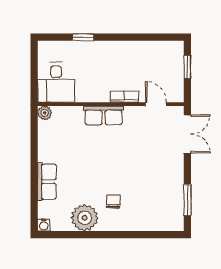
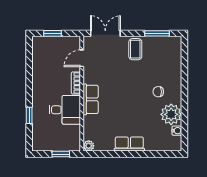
window: (34, 77) -> (61, 154), added
desk: (56, 82) -> (65, 110), moved
coffee table: (167, 172) -> (135, 49), added
row of seats: (47, 182) -> (129, 144), moved
water cooler: (44, 225) -> (177, 131), moved

